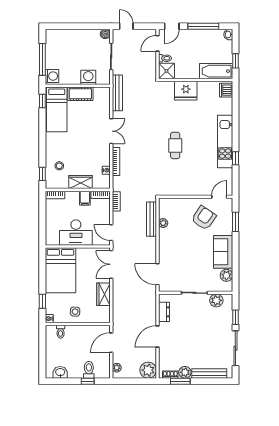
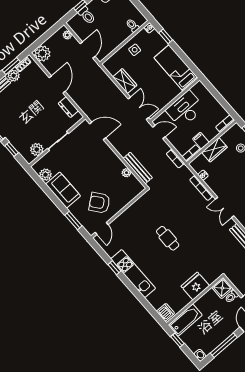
armchair: (204, 218) -> (100, 203), turned 108
bed: (60, 270) -> (176, 68), width x0.67

